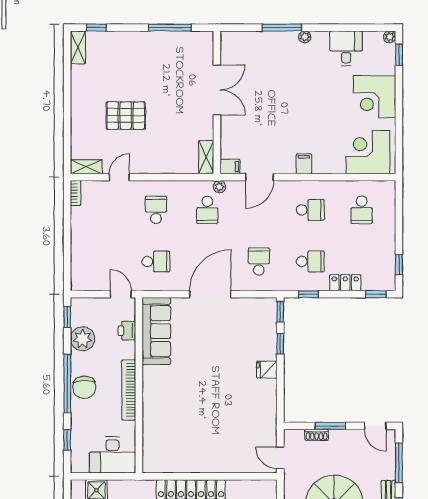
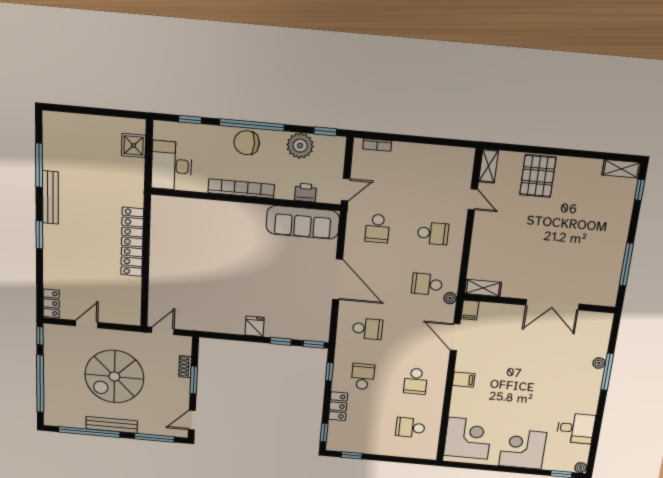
plant: (305, 37) -> (599, 363), moved
pallet: (126, 116) -> (538, 176), moved
bookcase: (76, 193) -> (377, 145), moved
school desk: (310, 262) -> (363, 377), turned 180

